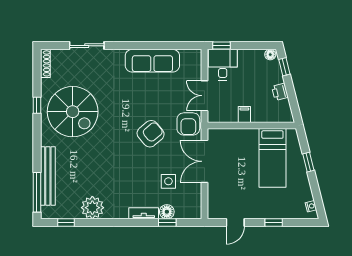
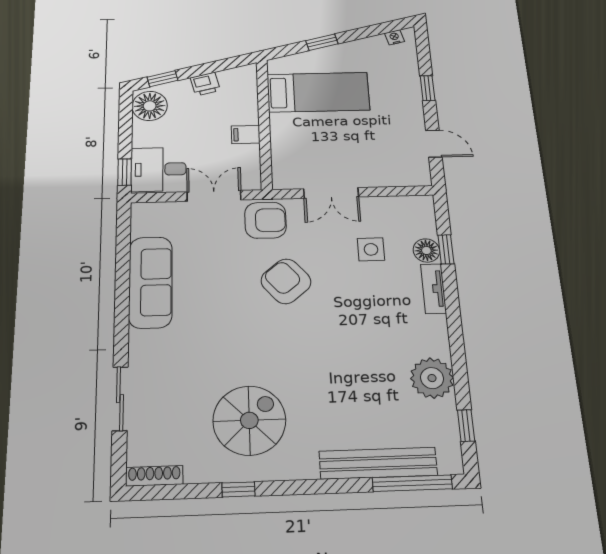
floor lamp: (270, 55) -> (150, 106), width x1.89, depth x1.89
double door: (205, 96) -> (214, 196), swing flipped
spiral stairs: (73, 112) -> (249, 420), width x0.73, depth x0.73
double door: (205, 161) -> (331, 193), width x0.73

